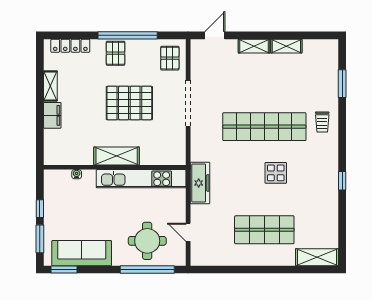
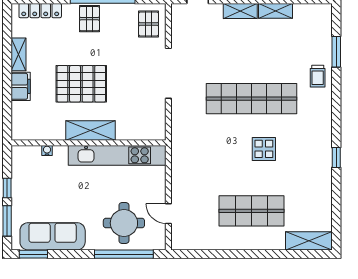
pallet: (129, 103) -> (81, 84), moved
trolley: (322, 122) -> (318, 76), moved
freezer: (200, 183) -> (181, 160), removed

